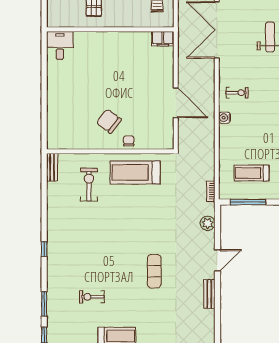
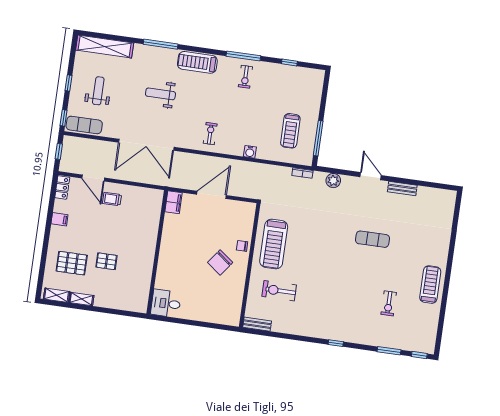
wall: (110, 29) -> (157, 252), moved
filing cabinet: (163, 39) -> (174, 202), moved
desk: (60, 45) -> (166, 303), moved
water cooler: (225, 118) -> (250, 152), moved

